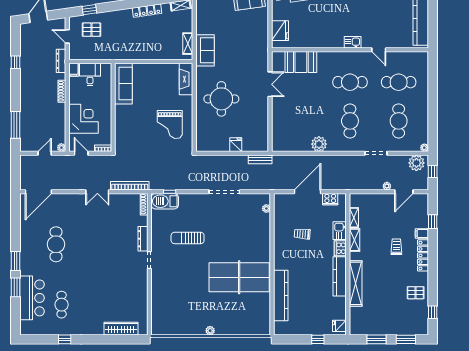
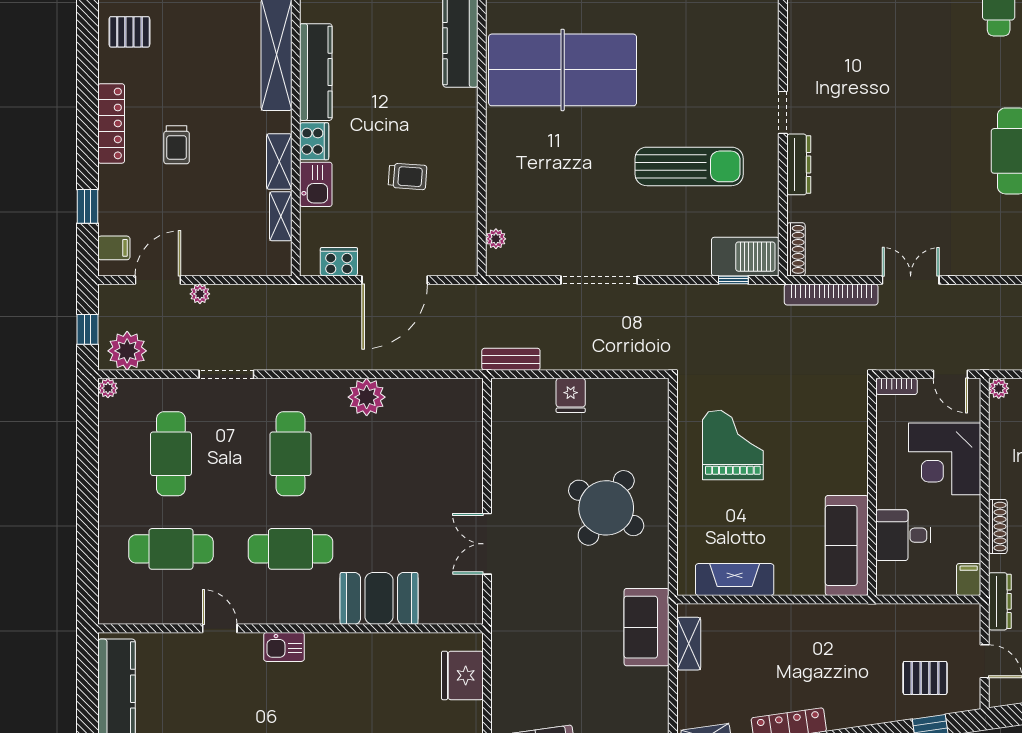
booth: (301, 62) -> (379, 598), moved
desk: (90, 74) -> (903, 535), moved, turned 90
fireplace: (186, 79) -> (735, 580), moved, turned -90
round table: (221, 99) -> (606, 508), turned 33
filing cabinet: (422, 233) -> (114, 248), moved
sun lounger: (188, 238) -> (689, 166), width x1.36, depth x1.34

